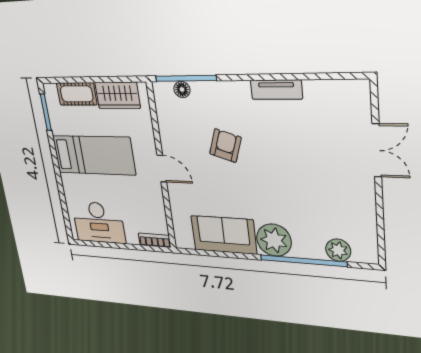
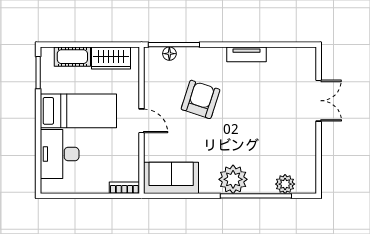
armchair: (225, 146) -> (201, 99), width x1.38, depth x1.38
desk: (99, 223) -> (60, 154), moved, turned 90
sofa: (224, 235) -> (171, 178), moved

